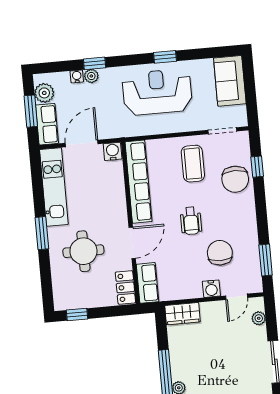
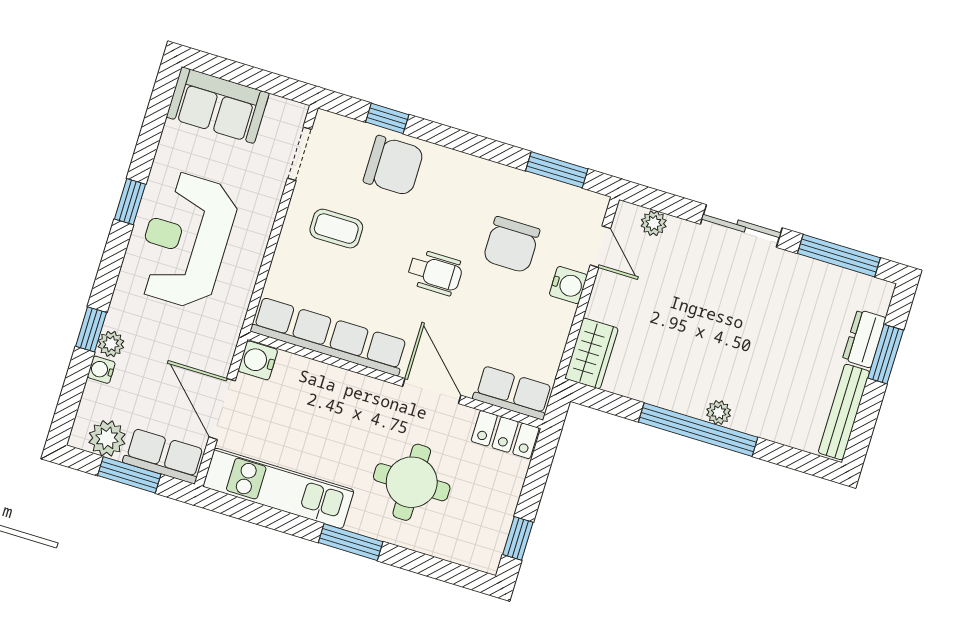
coffee table: (193, 164) -> (336, 229), width x0.73, depth x0.77
chair: (220, 253) -> (511, 245), turned -90

